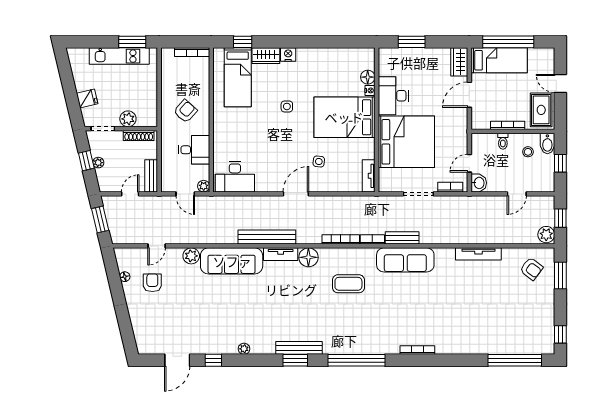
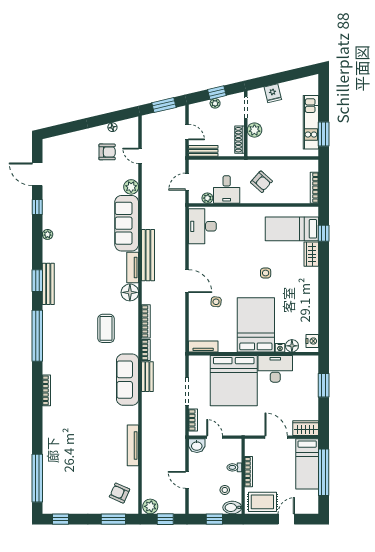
nightstand: (288, 55) -> (312, 341), moved
plant: (204, 186) -> (207, 198), moved
armchair: (531, 269) -> (120, 493), turned 77

